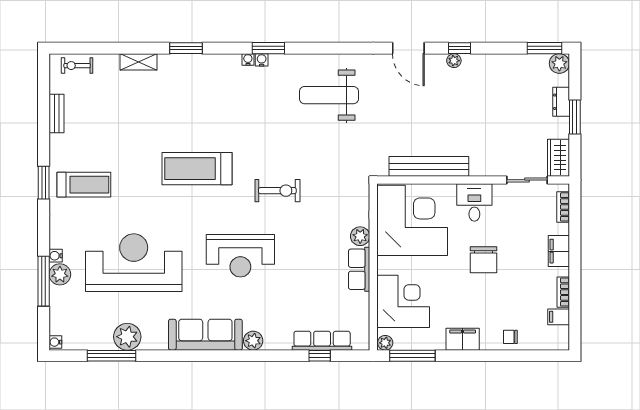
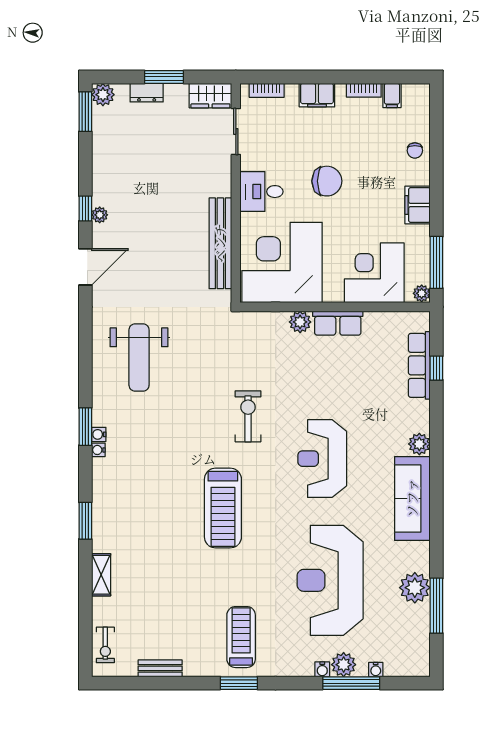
reception desk: (240, 256) -> (322, 459), turned 180
water cooler: (55, 342) -> (376, 670), moved

